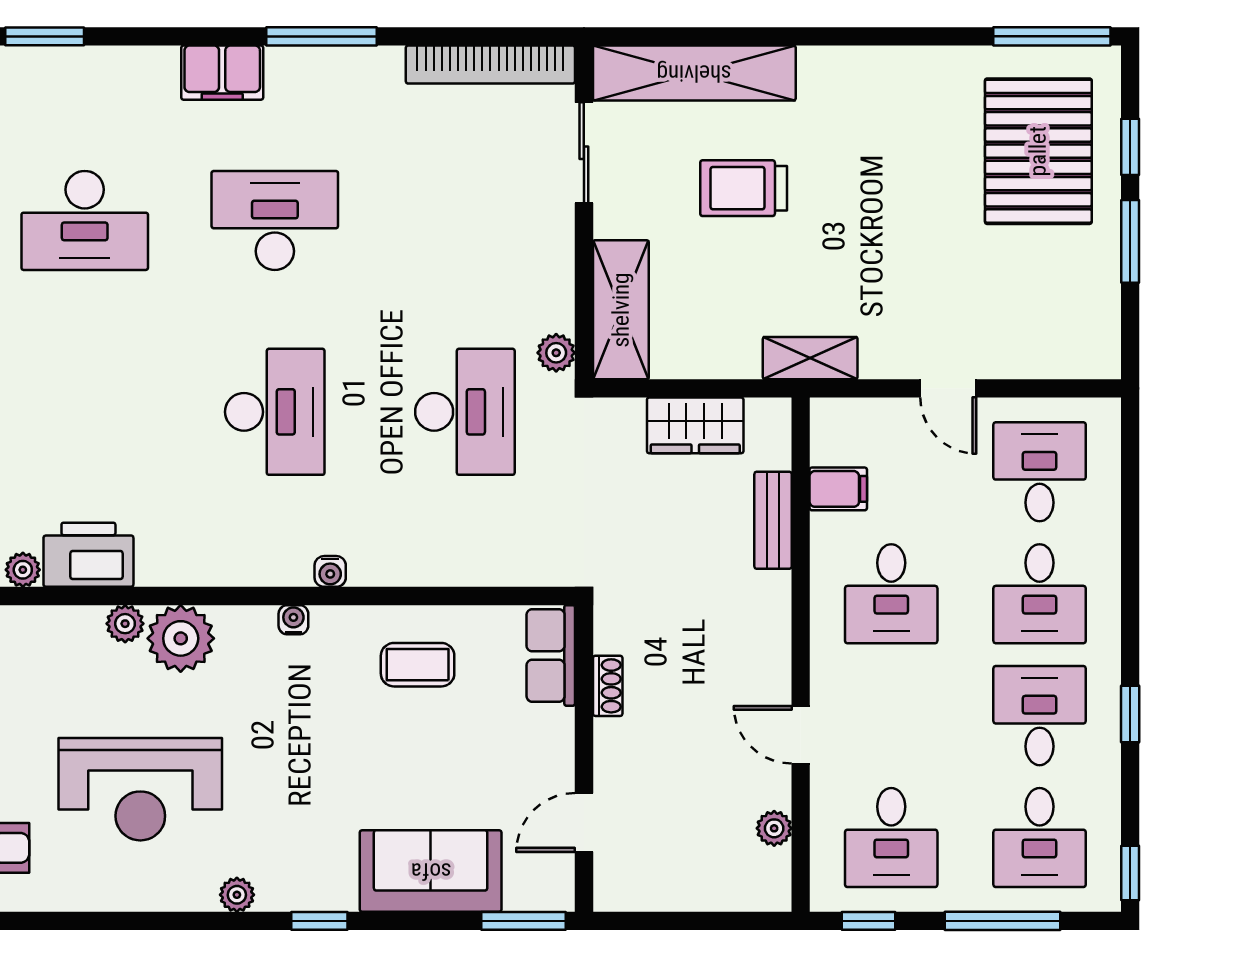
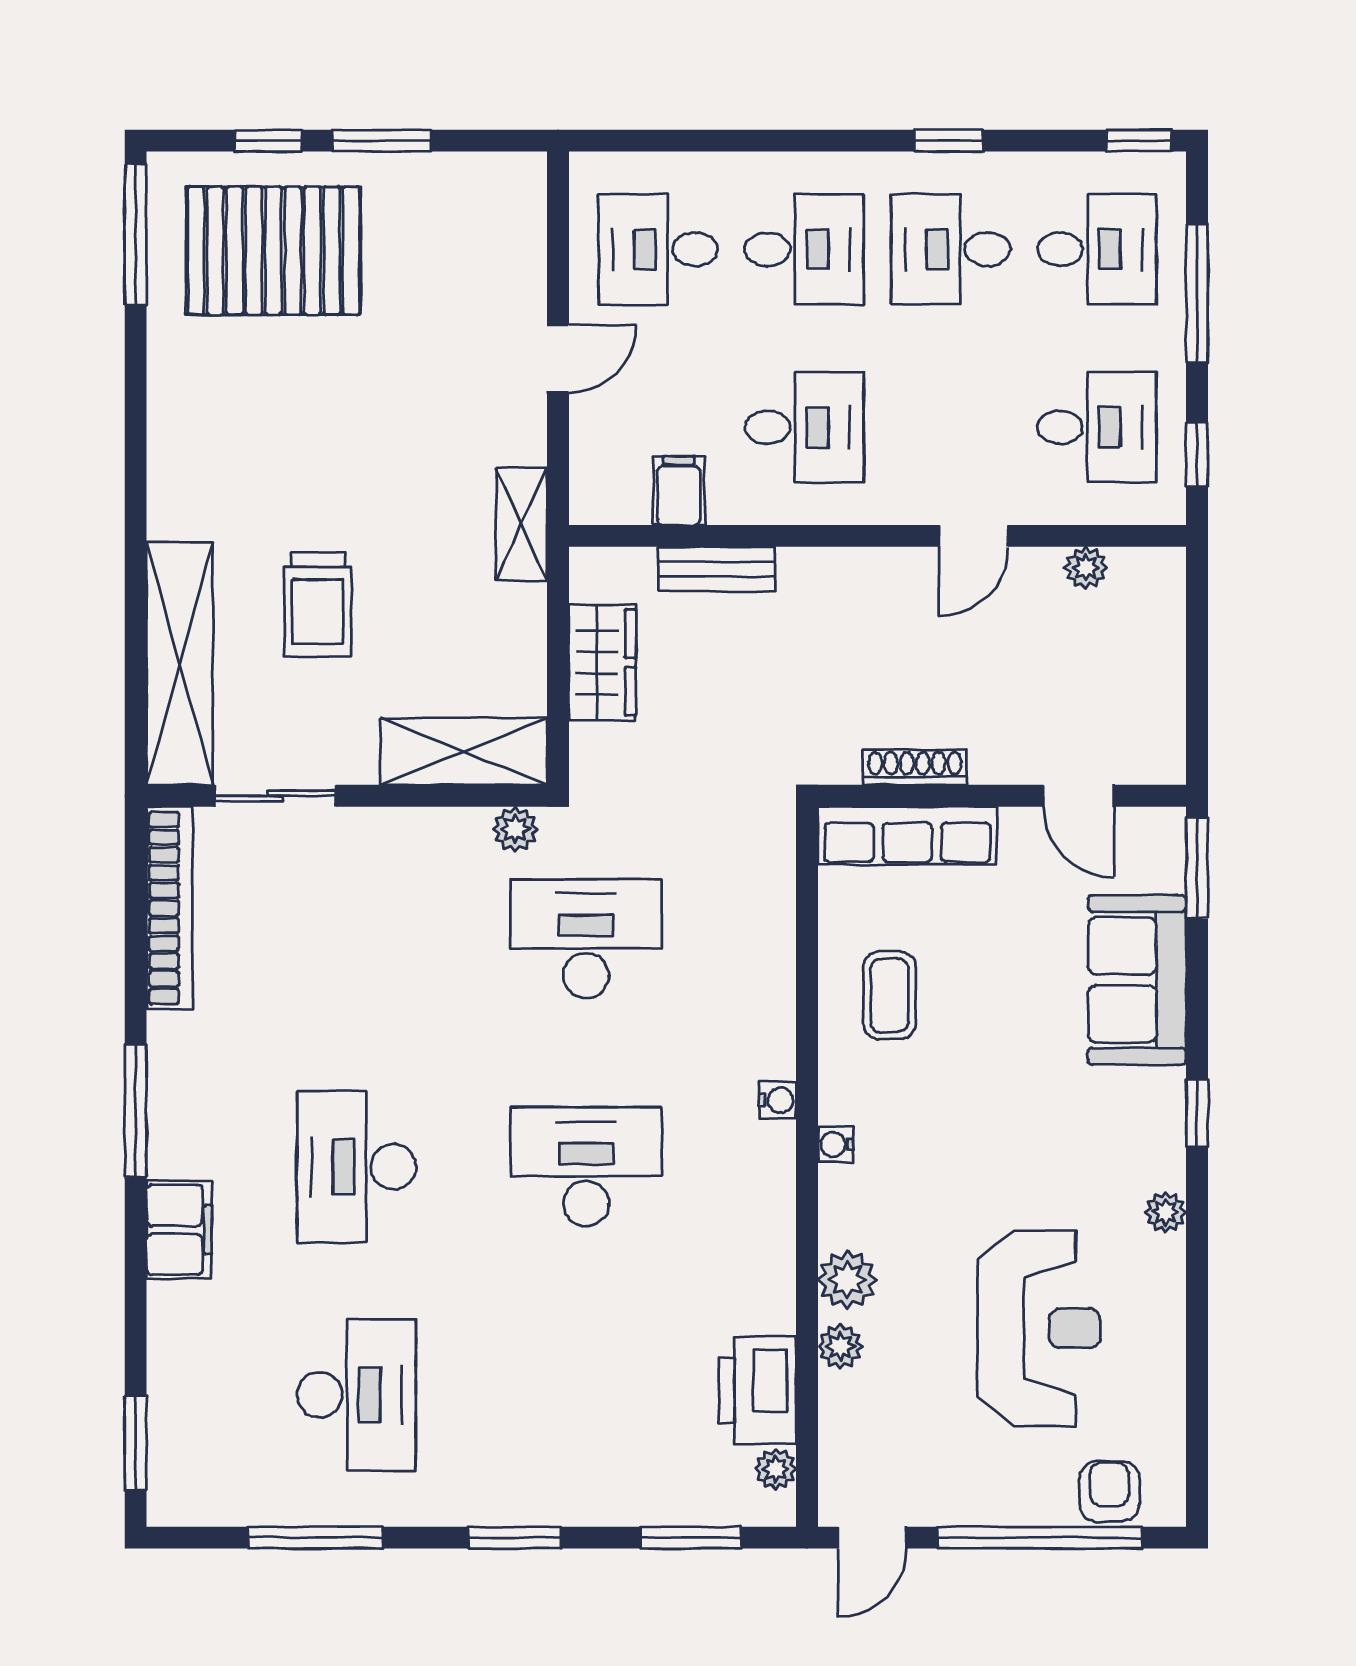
plant: (181, 638) -> (847, 1280), width x0.73, depth x0.73
row of seats: (551, 655) -> (907, 836), width x1.48
shoe rack: (608, 686) -> (915, 767), width x1.43

